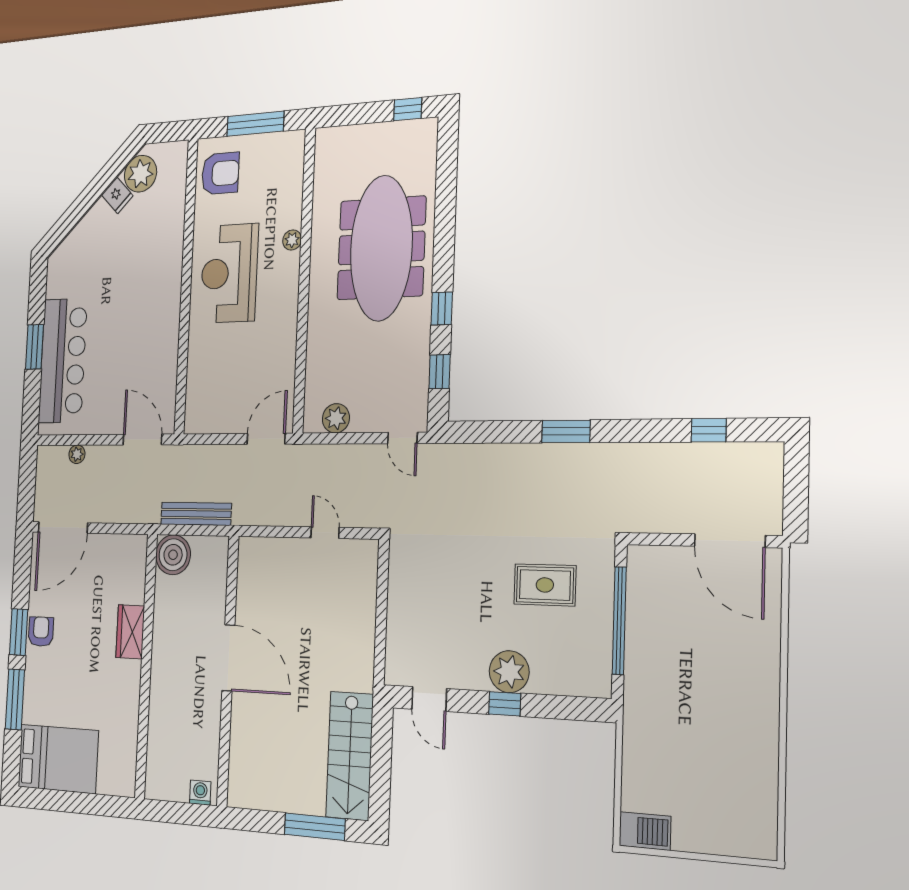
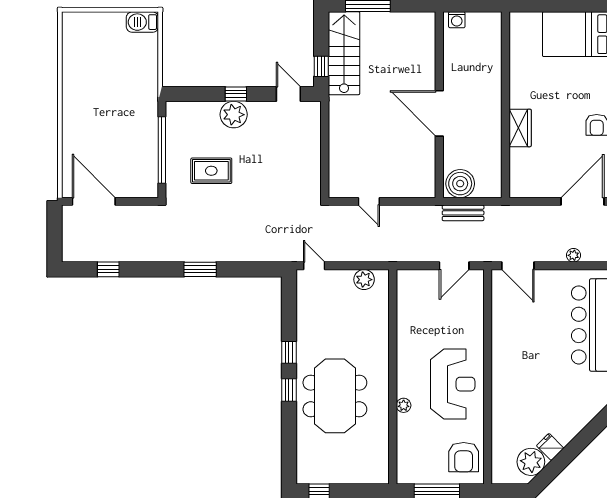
armchair: (220, 173) -> (464, 457), turned -90
meeting table: (381, 248) -> (335, 396), width x0.73
window: (440, 372) -> (289, 390), moved
door: (266, 439) -> (454, 266), moved
bench: (196, 514) -> (463, 213), width x0.73
boiler: (173, 555) -> (460, 184), moved
window: (382, 738) -> (321, 66), added

